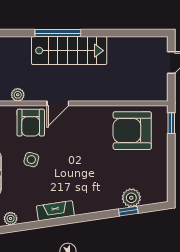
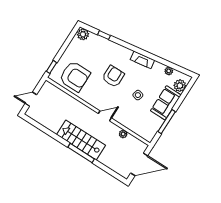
armchair: (31, 123) -> (113, 76), moved
plant: (131, 198) -> (83, 34), moved

